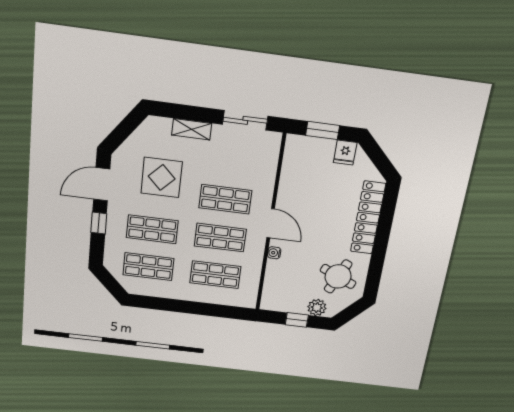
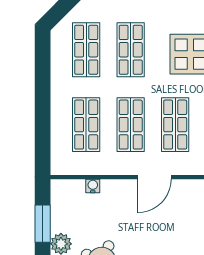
water cooler: (274, 253) -> (93, 186), moved
window: (297, 320) -> (43, 224), width x1.50

